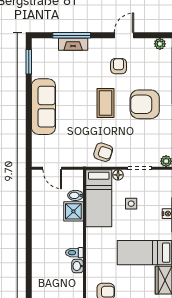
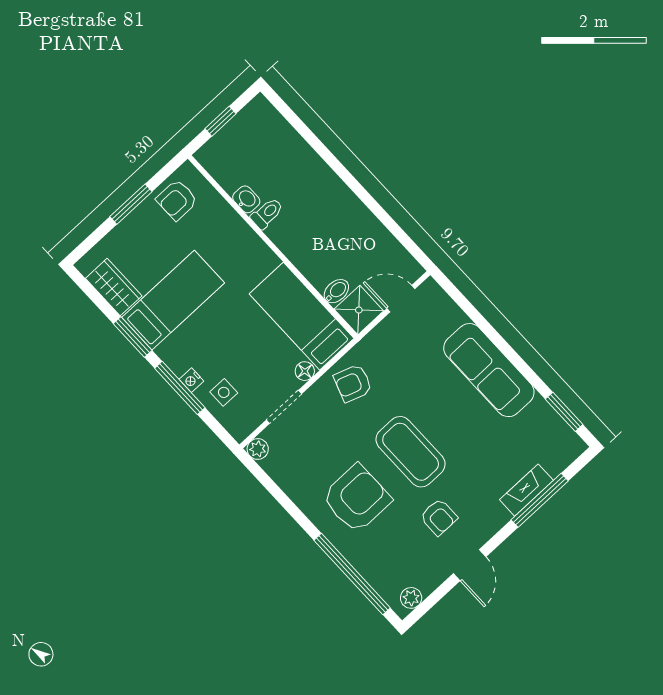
coffee table: (105, 103) -> (411, 452), width x1.36, depth x1.32
side table: (131, 204) -> (224, 392), moved
shower: (73, 211) -> (359, 310), moved

